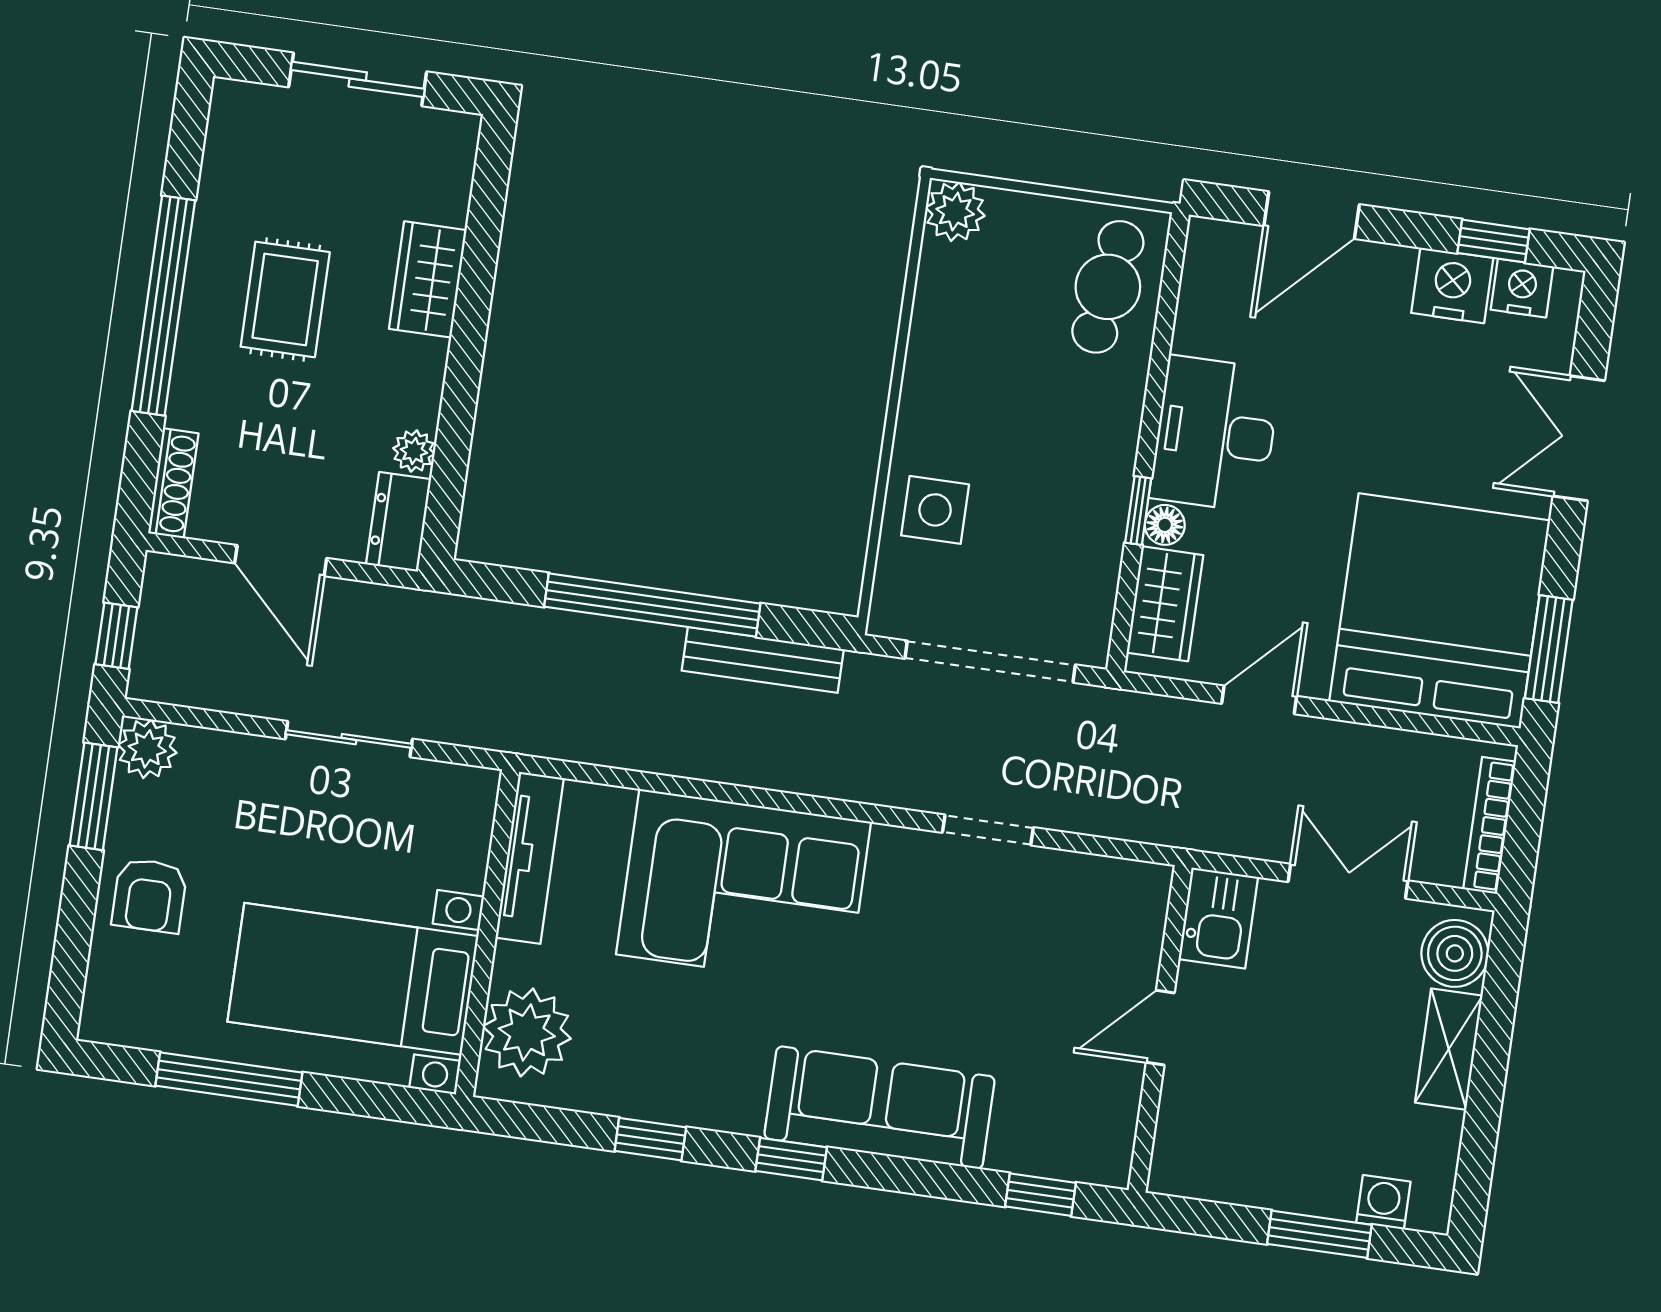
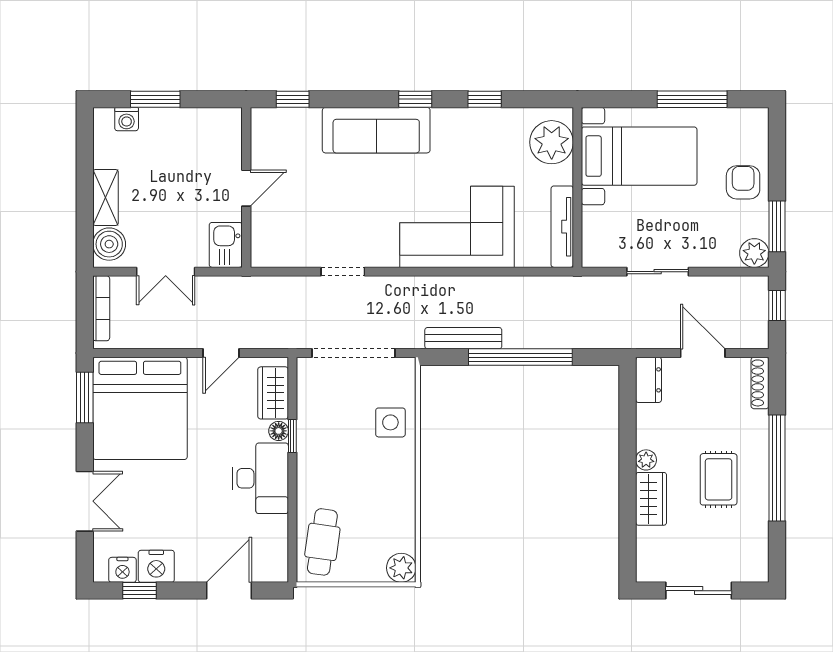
plant: (414, 451) -> (646, 460), moved

